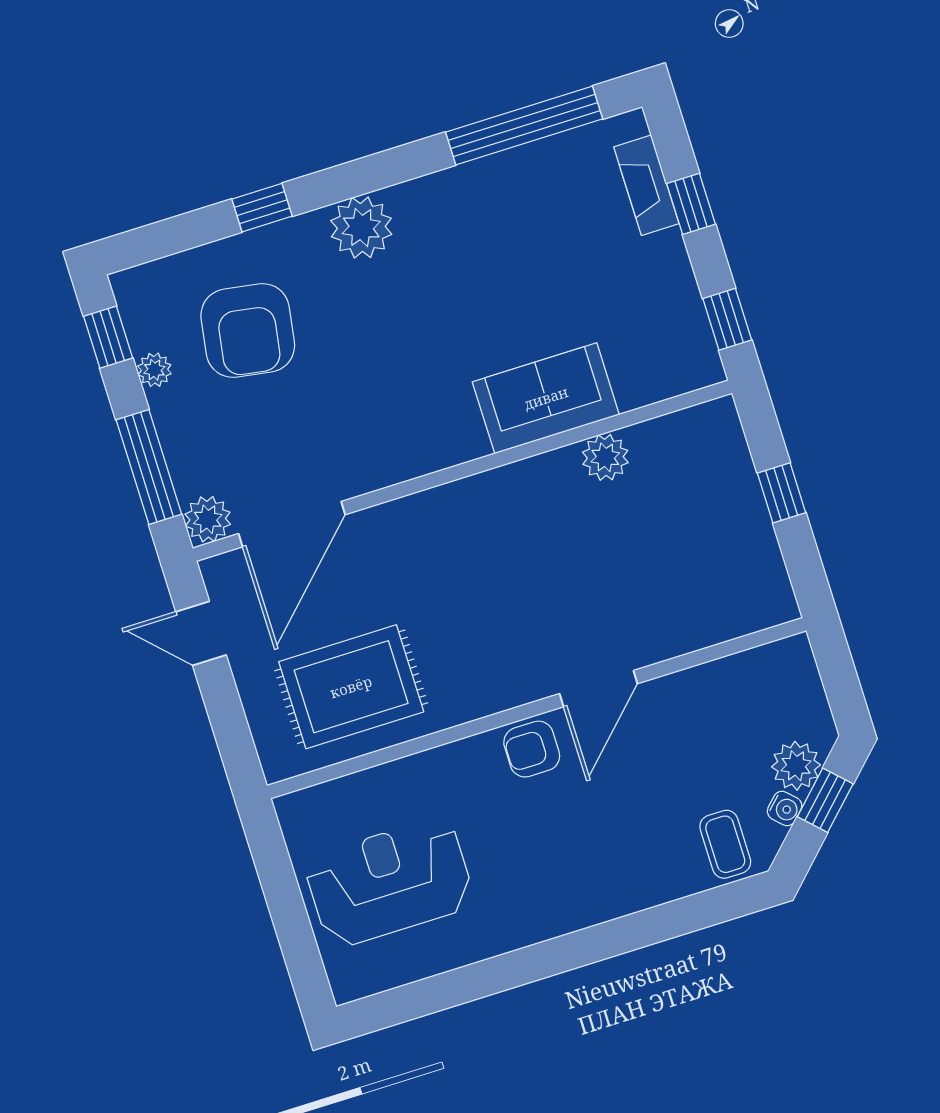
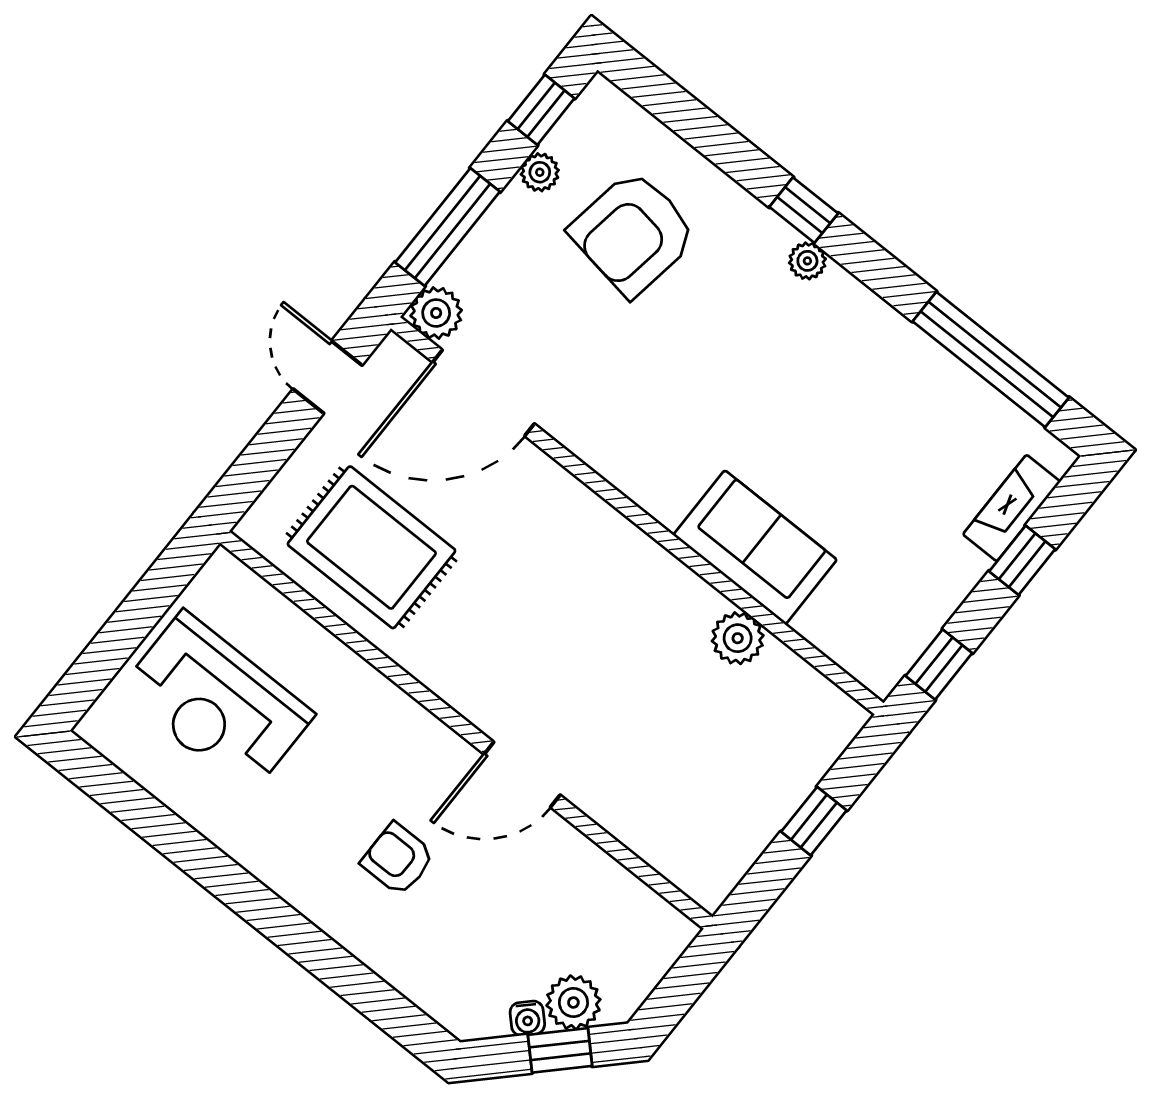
window: (262, 208) -> (804, 210), moved
plant: (361, 227) -> (807, 261), width x0.53, depth x0.53
armchair: (532, 749) -> (398, 859), moved
coffee table: (725, 844) -> (458, 986), removed
reception desk: (389, 882) -> (216, 703), turned 180

